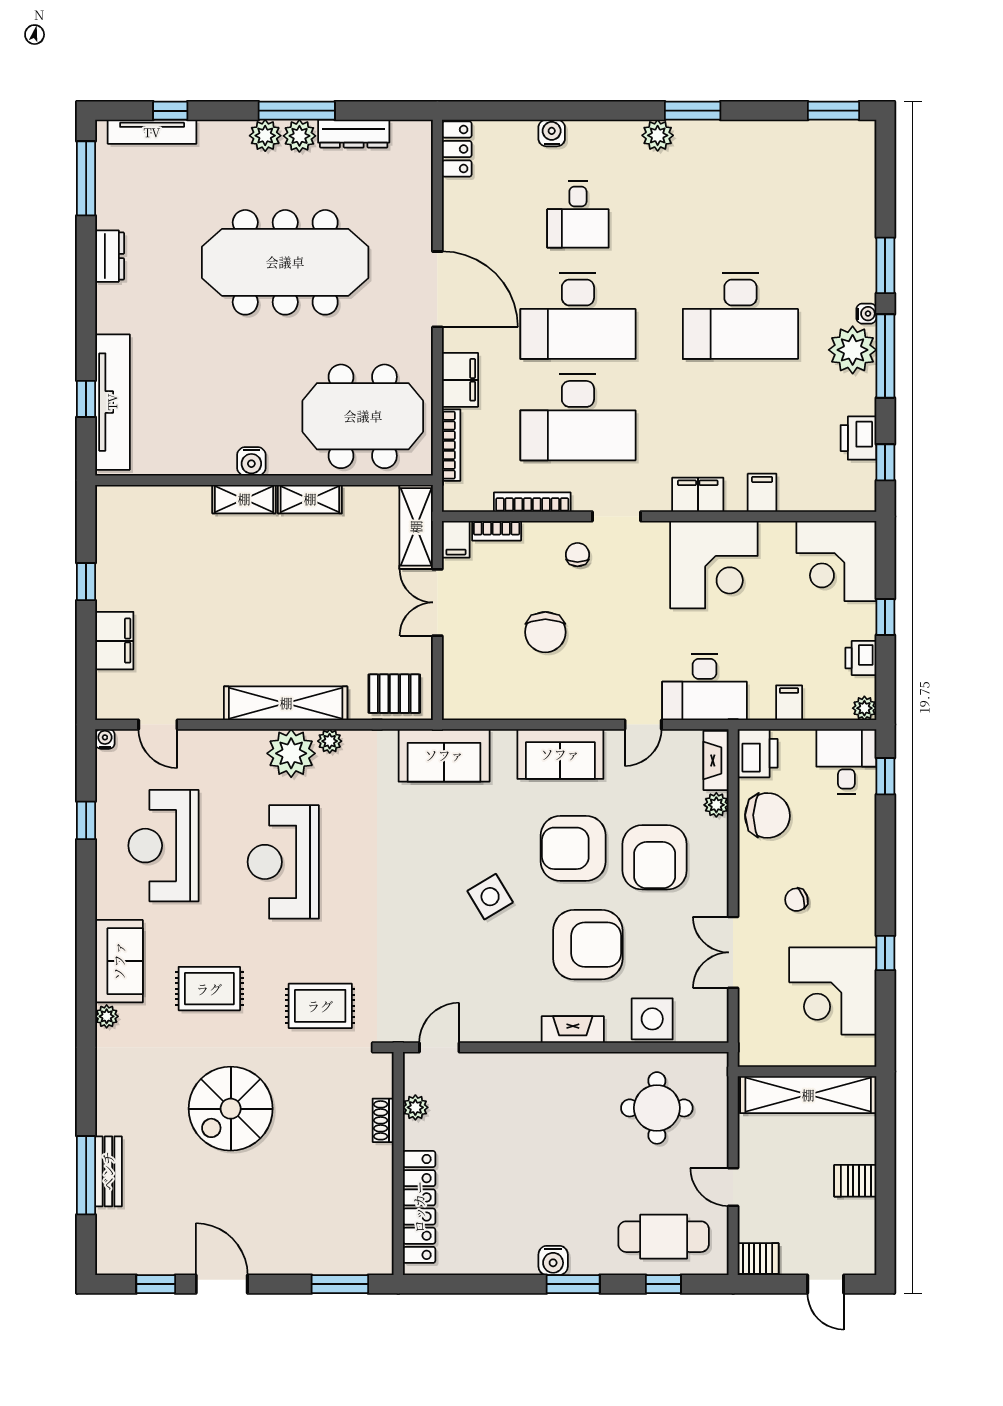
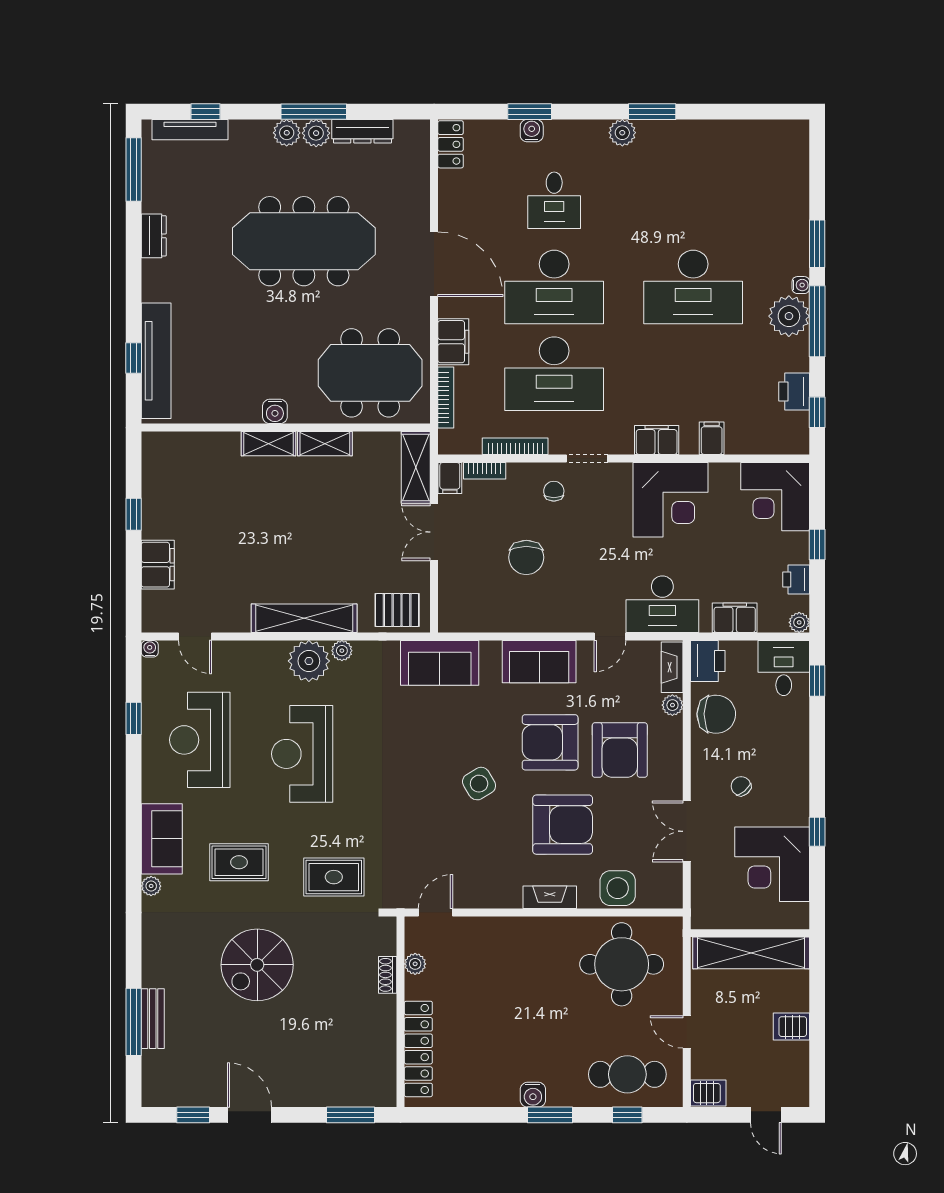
window: (833, 111) -> (530, 112), moved
filing cabinet: (789, 703) -> (735, 618), width x2.00
chair: (796, 900) -> (741, 786), turned 68
round table: (657, 1108) -> (622, 964), width x1.36, depth x1.36

